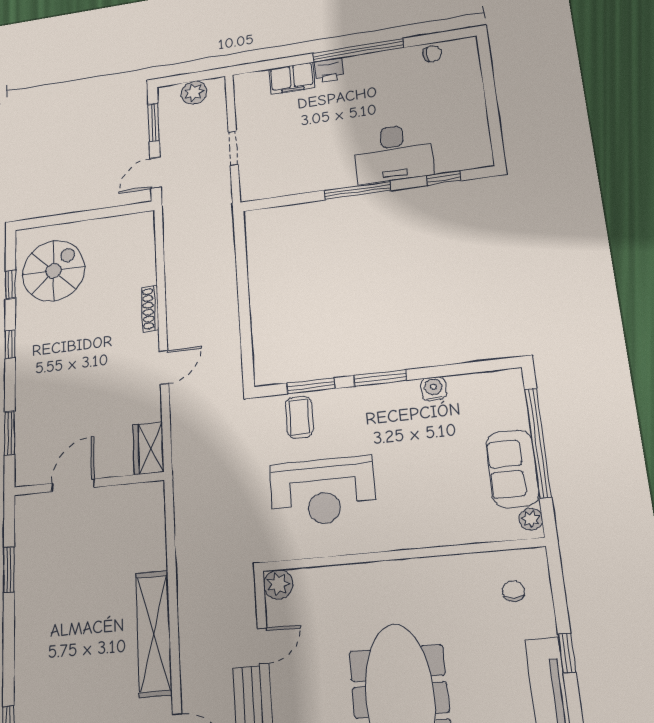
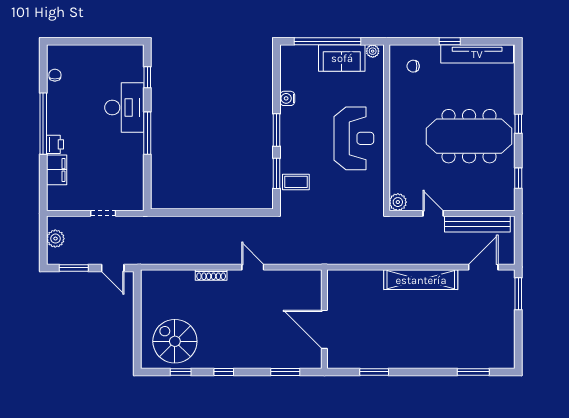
wardrobe: (149, 448) -> (305, 279), removed
door: (73, 485) -> (324, 329), width x1.36
reception desk: (323, 491) -> (354, 138), moved

